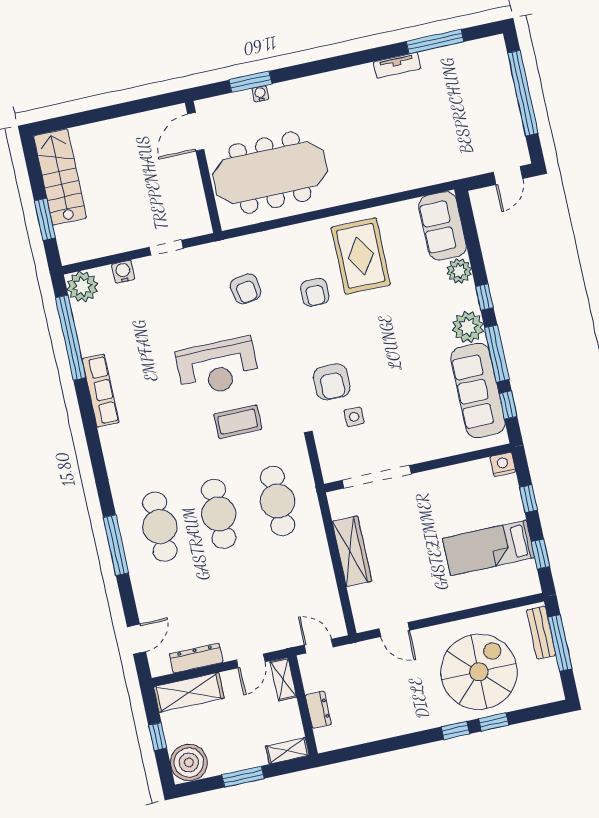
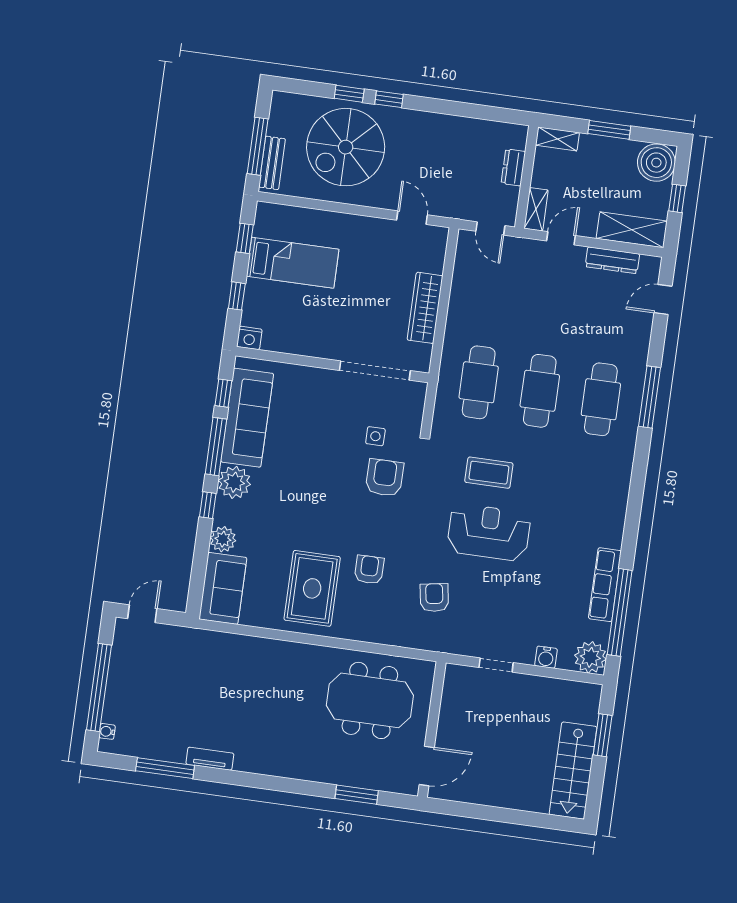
water cooler: (260, 94) -> (107, 731), moved, turned 90
meeting table: (270, 173) -> (370, 700), width x0.73
row of seats: (101, 391) -> (605, 585), moved

